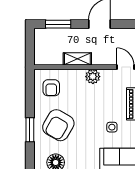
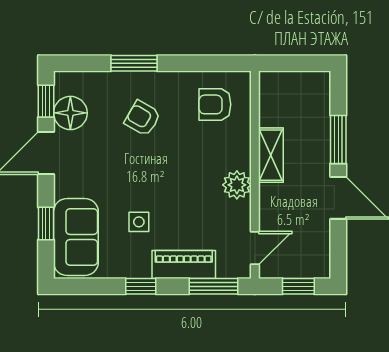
window: (58, 24) -> (338, 139), moved
armchair: (58, 125) -> (143, 118), width x0.53, depth x0.53

